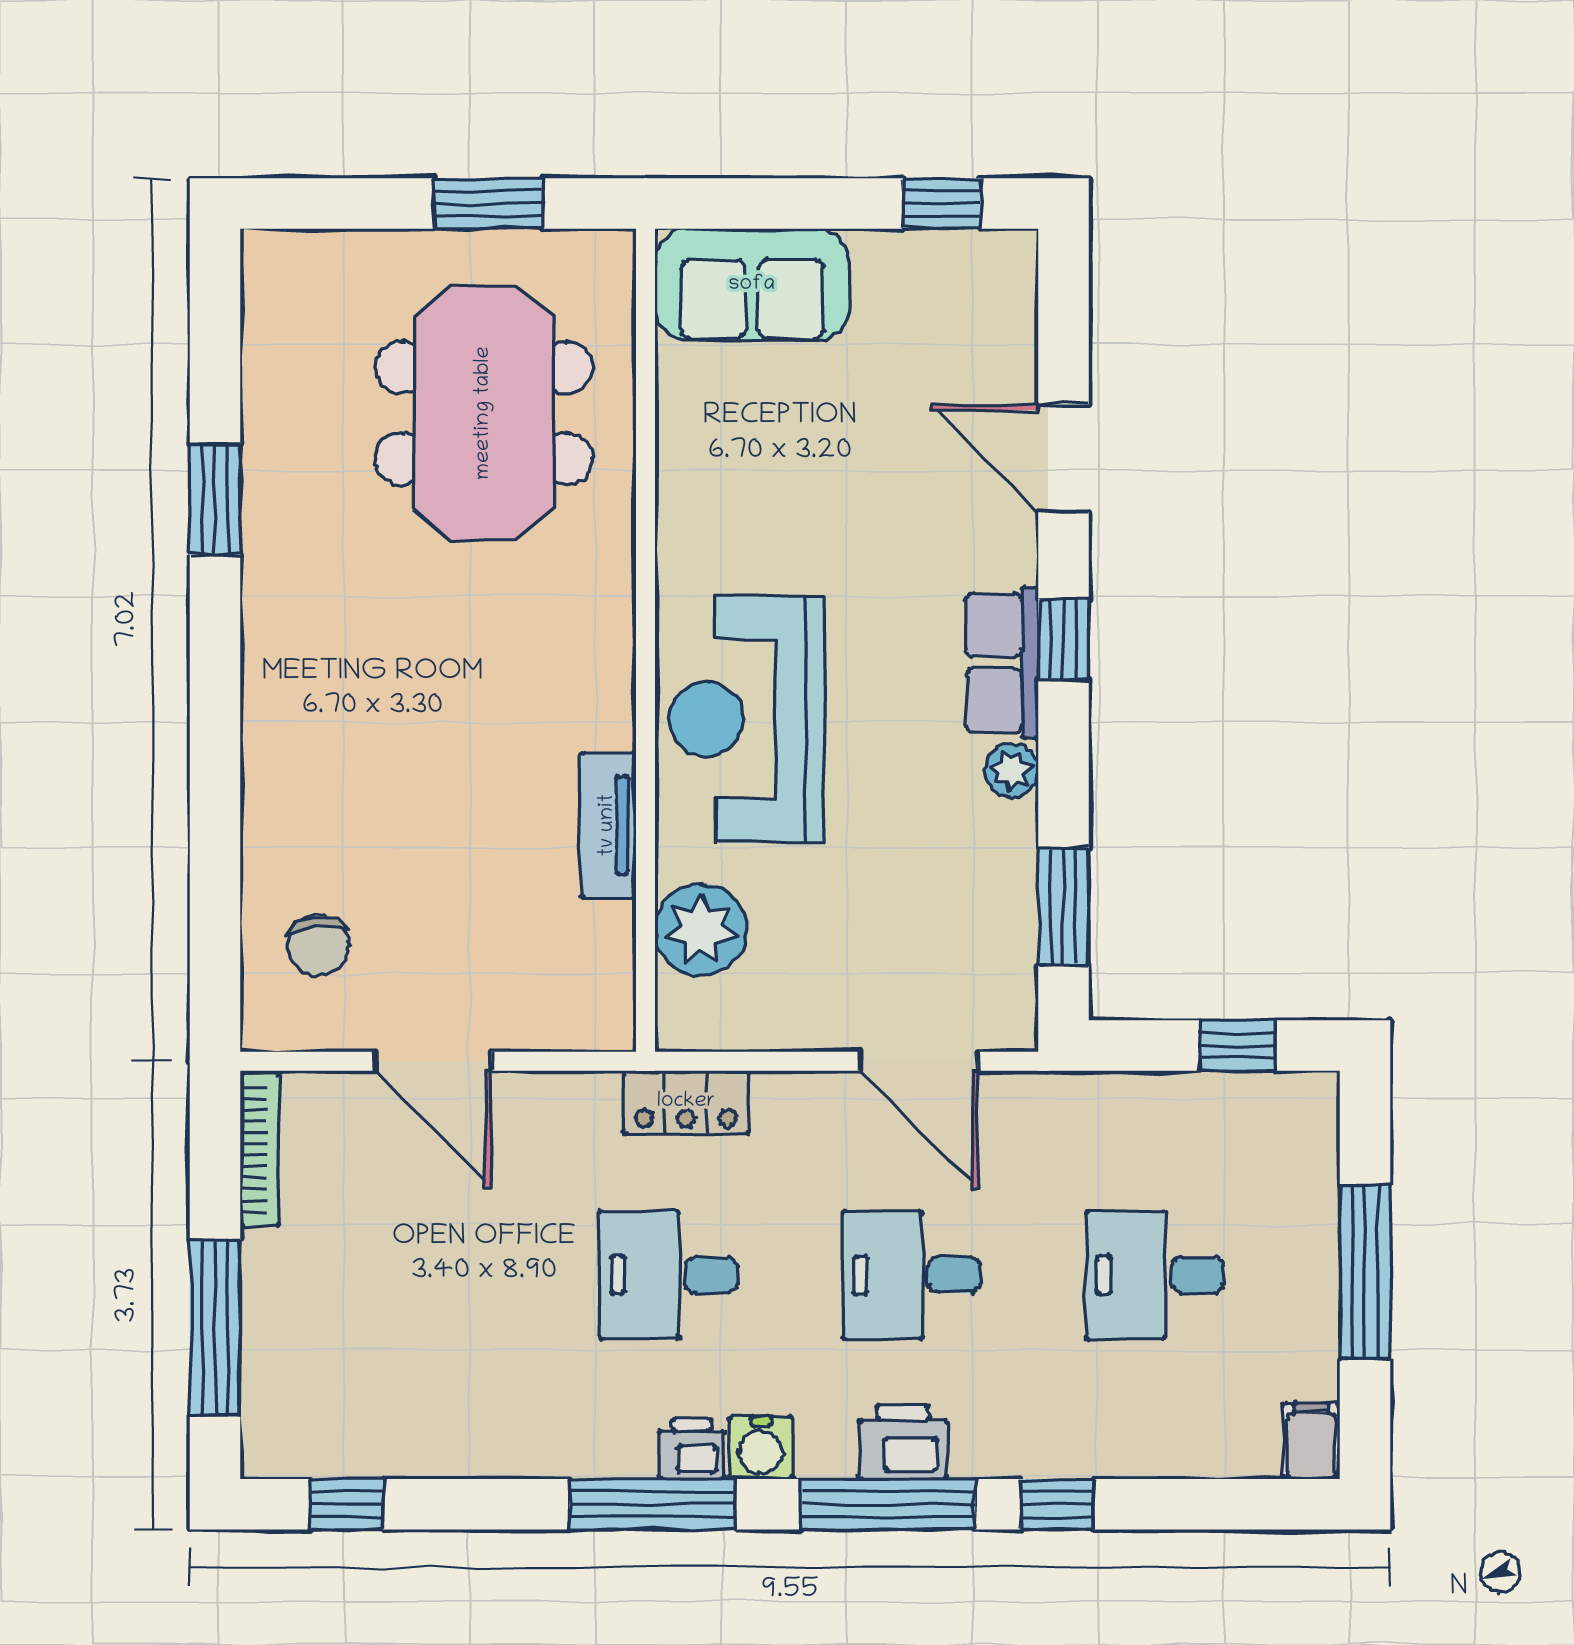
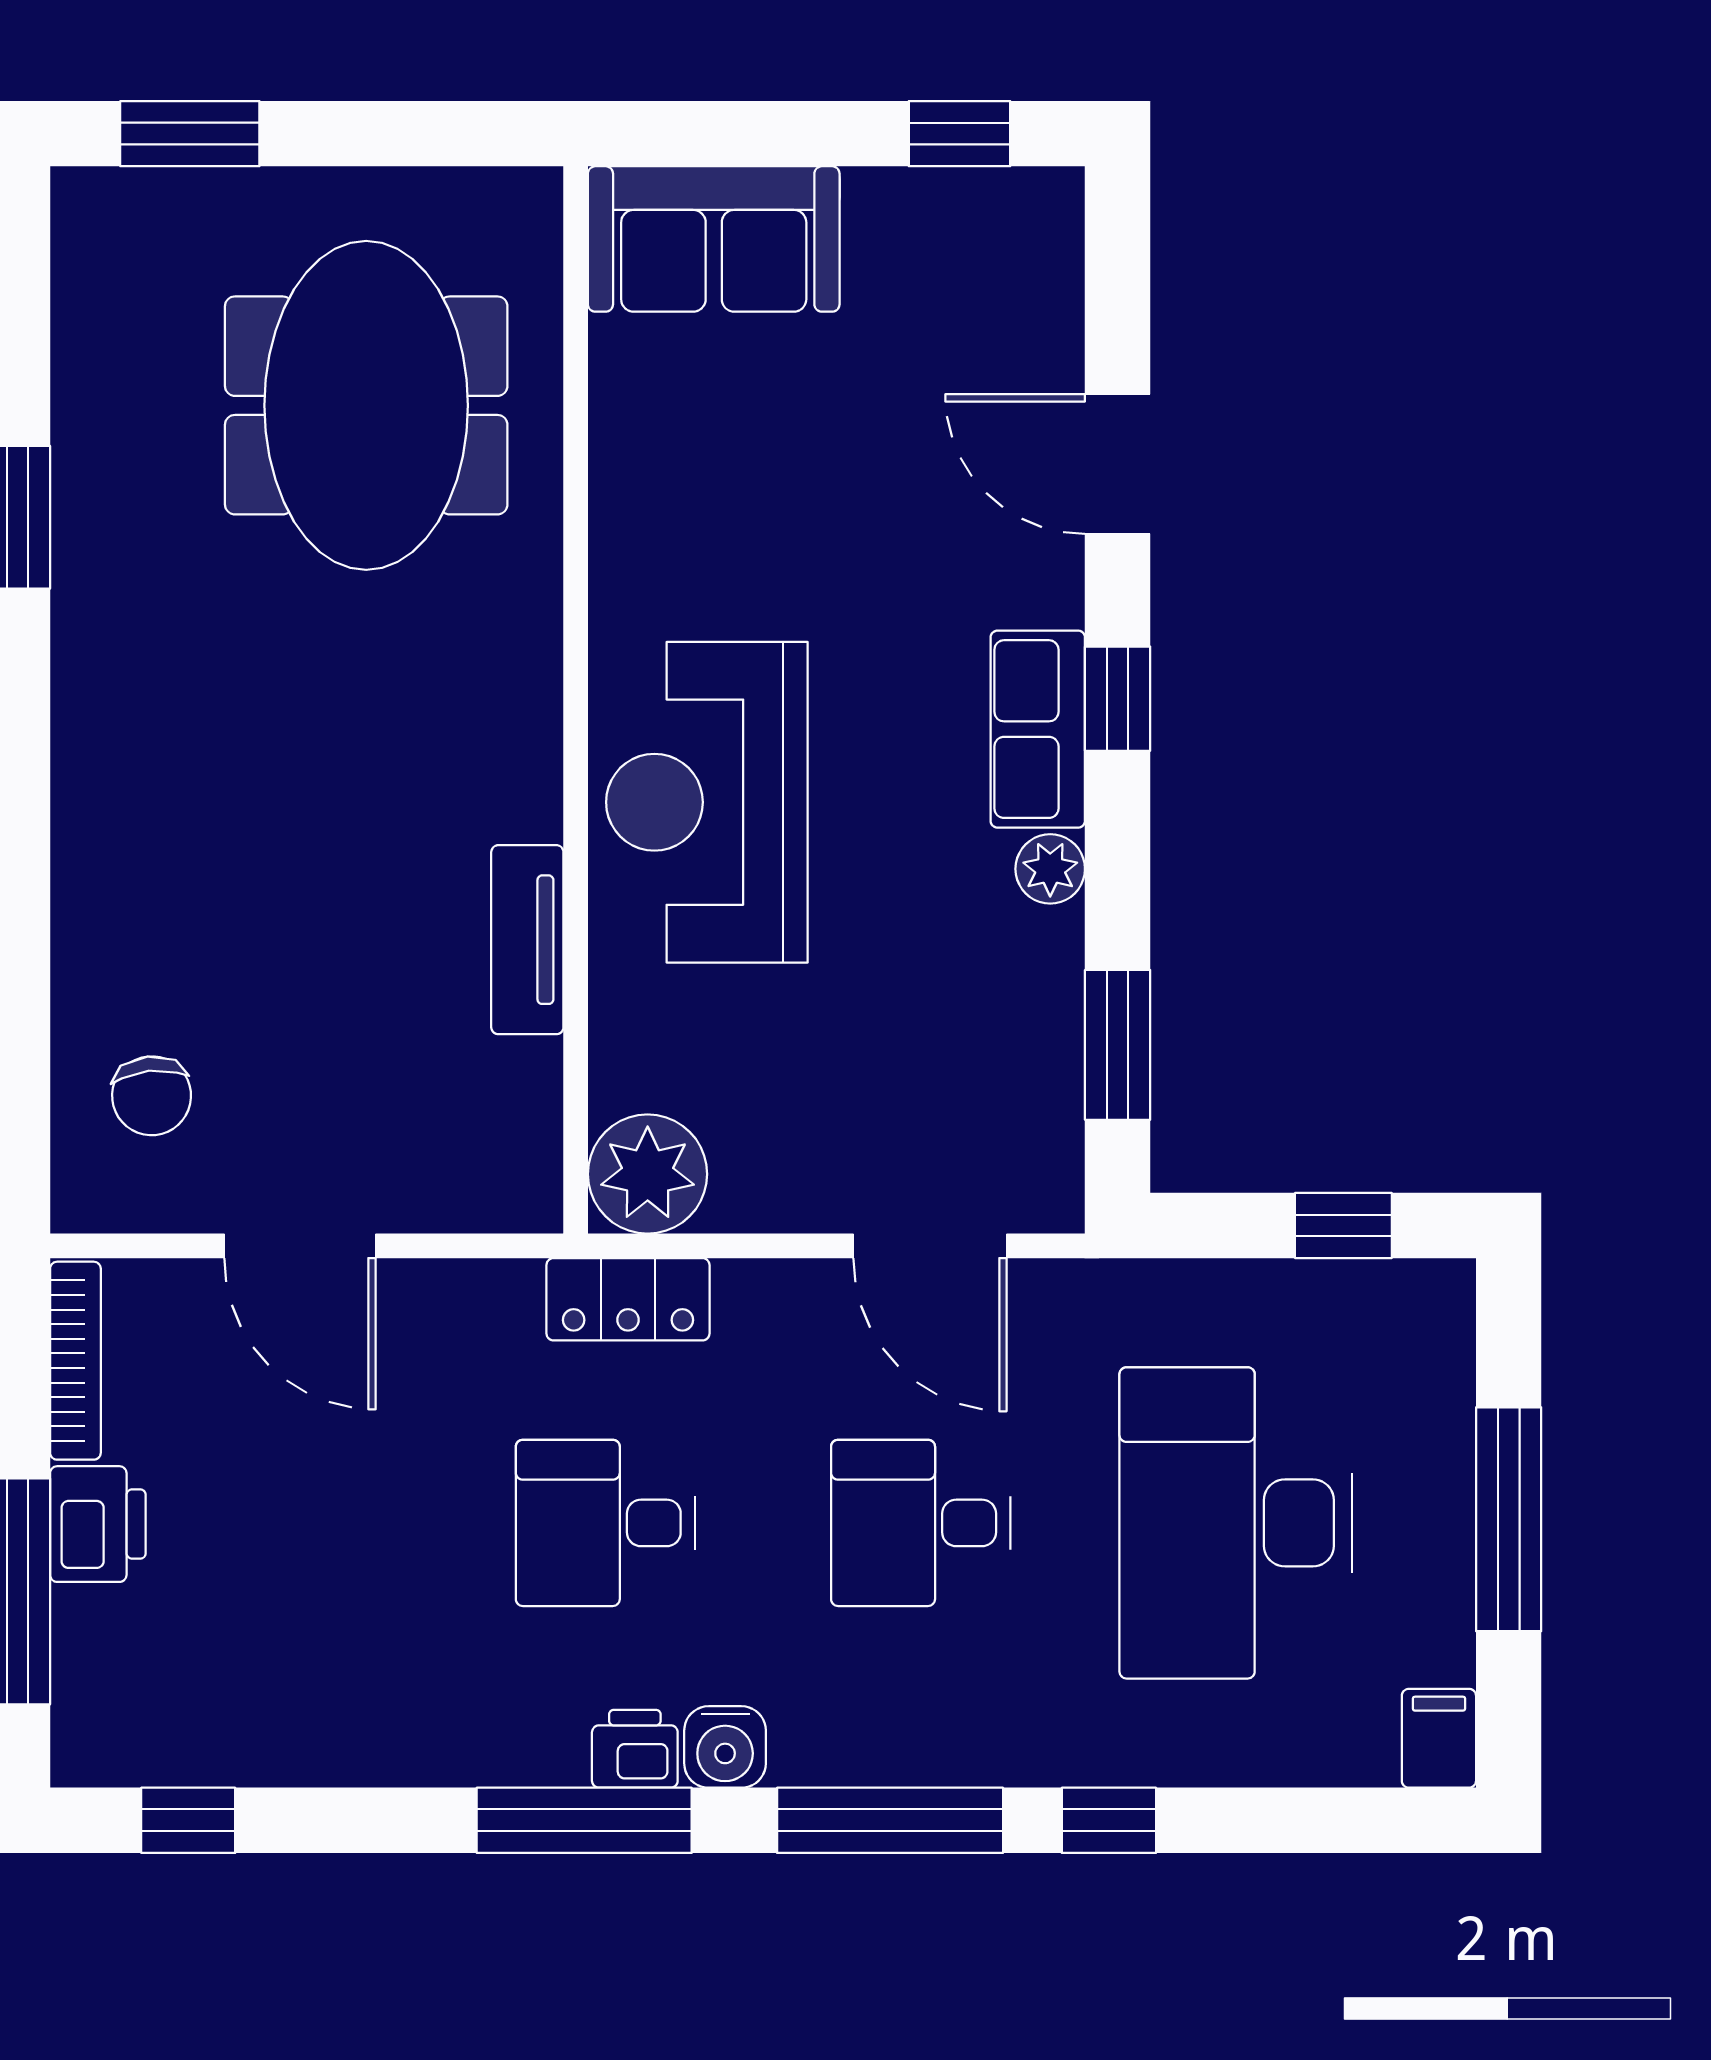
window: (488, 203) -> (190, 134), moved
plant: (701, 930) -> (648, 1174), moved
desk: (1155, 1275) -> (1236, 1523), width x1.87, depth x1.30
printer: (903, 1442) -> (98, 1524), moved, turned 90

